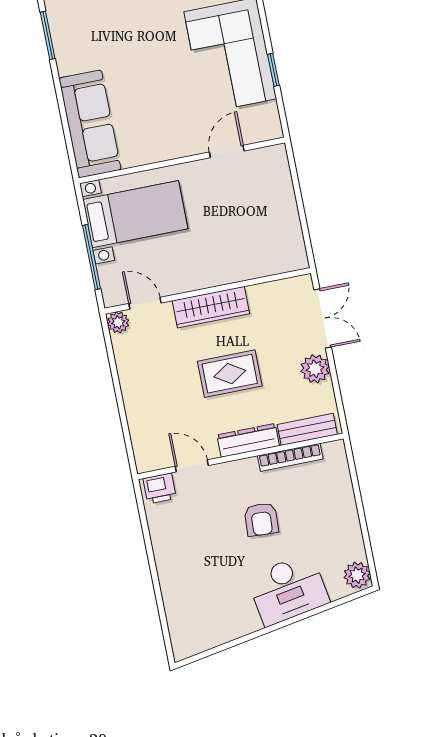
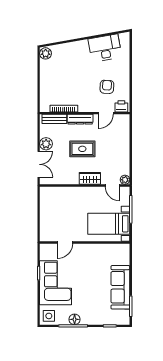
sofa: (90, 124) -> (120, 287), moved
wardrobe: (211, 307) -> (90, 178), width x0.67
double door: (323, 318) -> (39, 164), swing flipped
door: (192, 466) -> (106, 113), hinge flipped
armchair: (261, 519) -> (107, 87), moved
desk: (288, 589) -> (105, 48), moved

